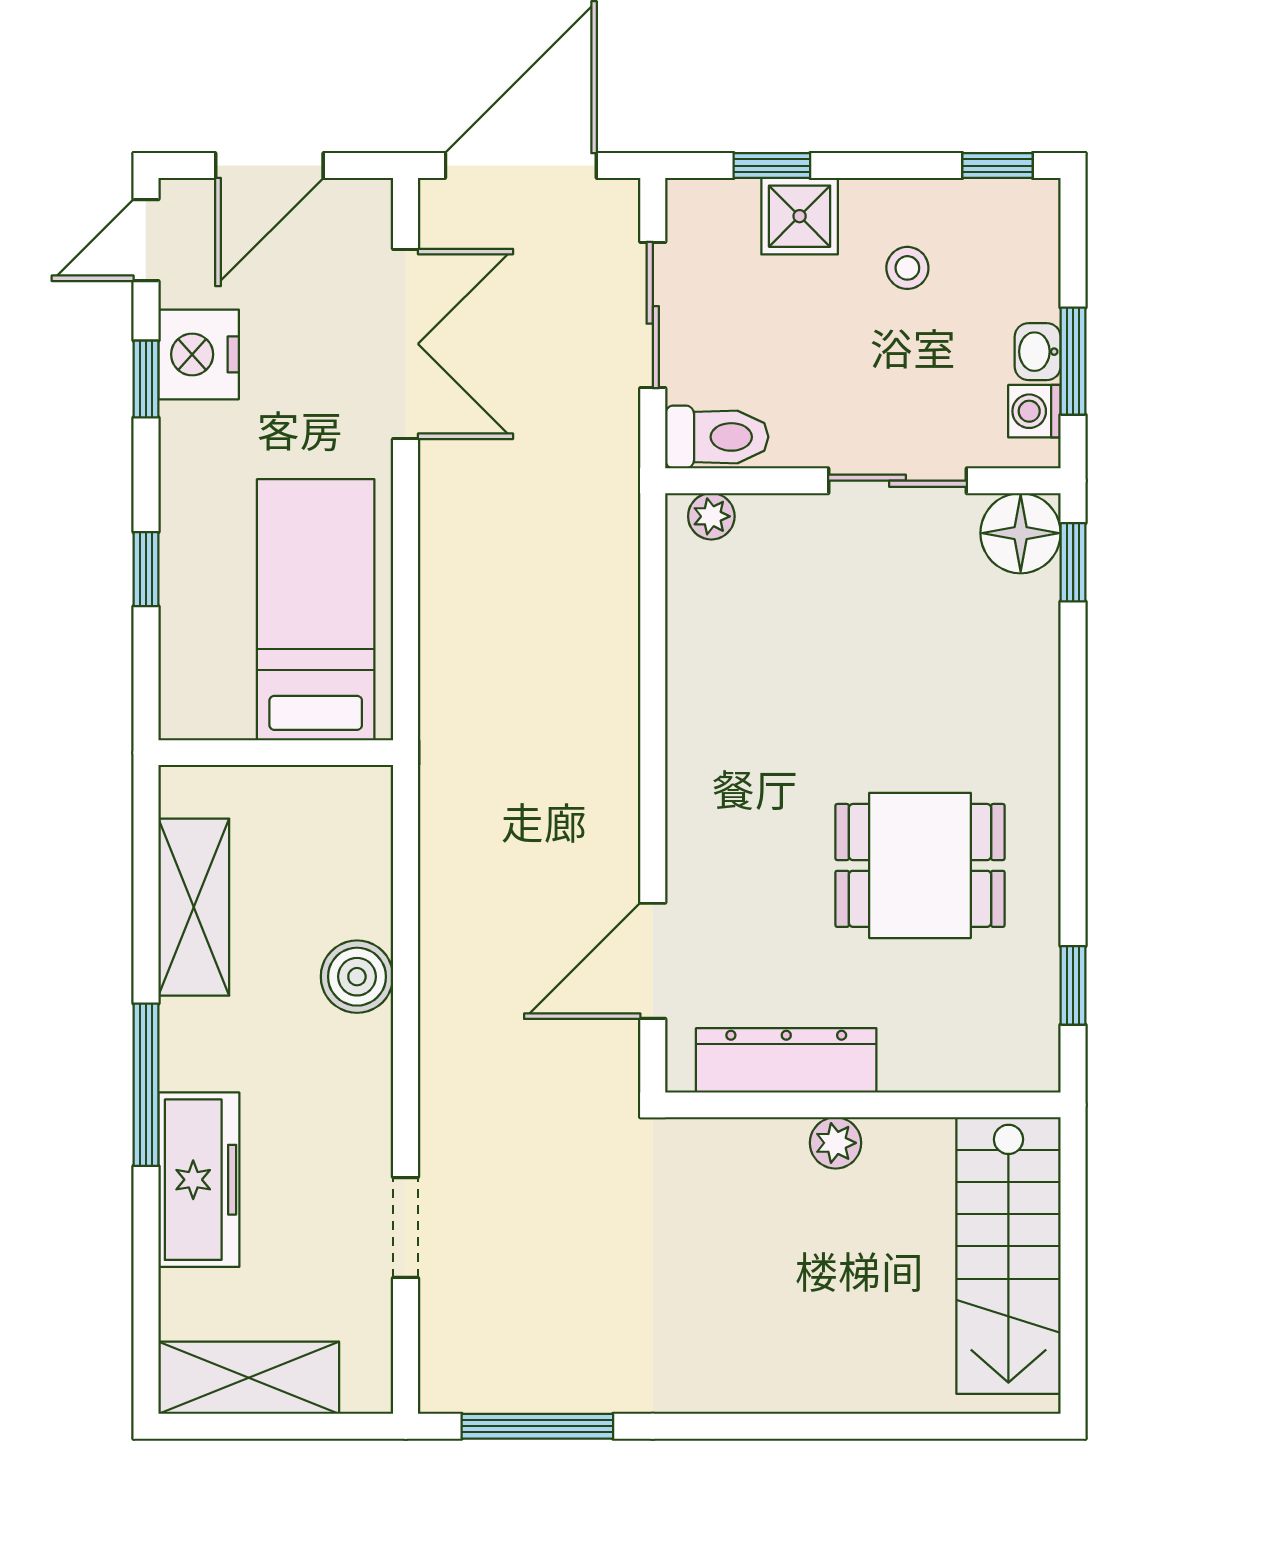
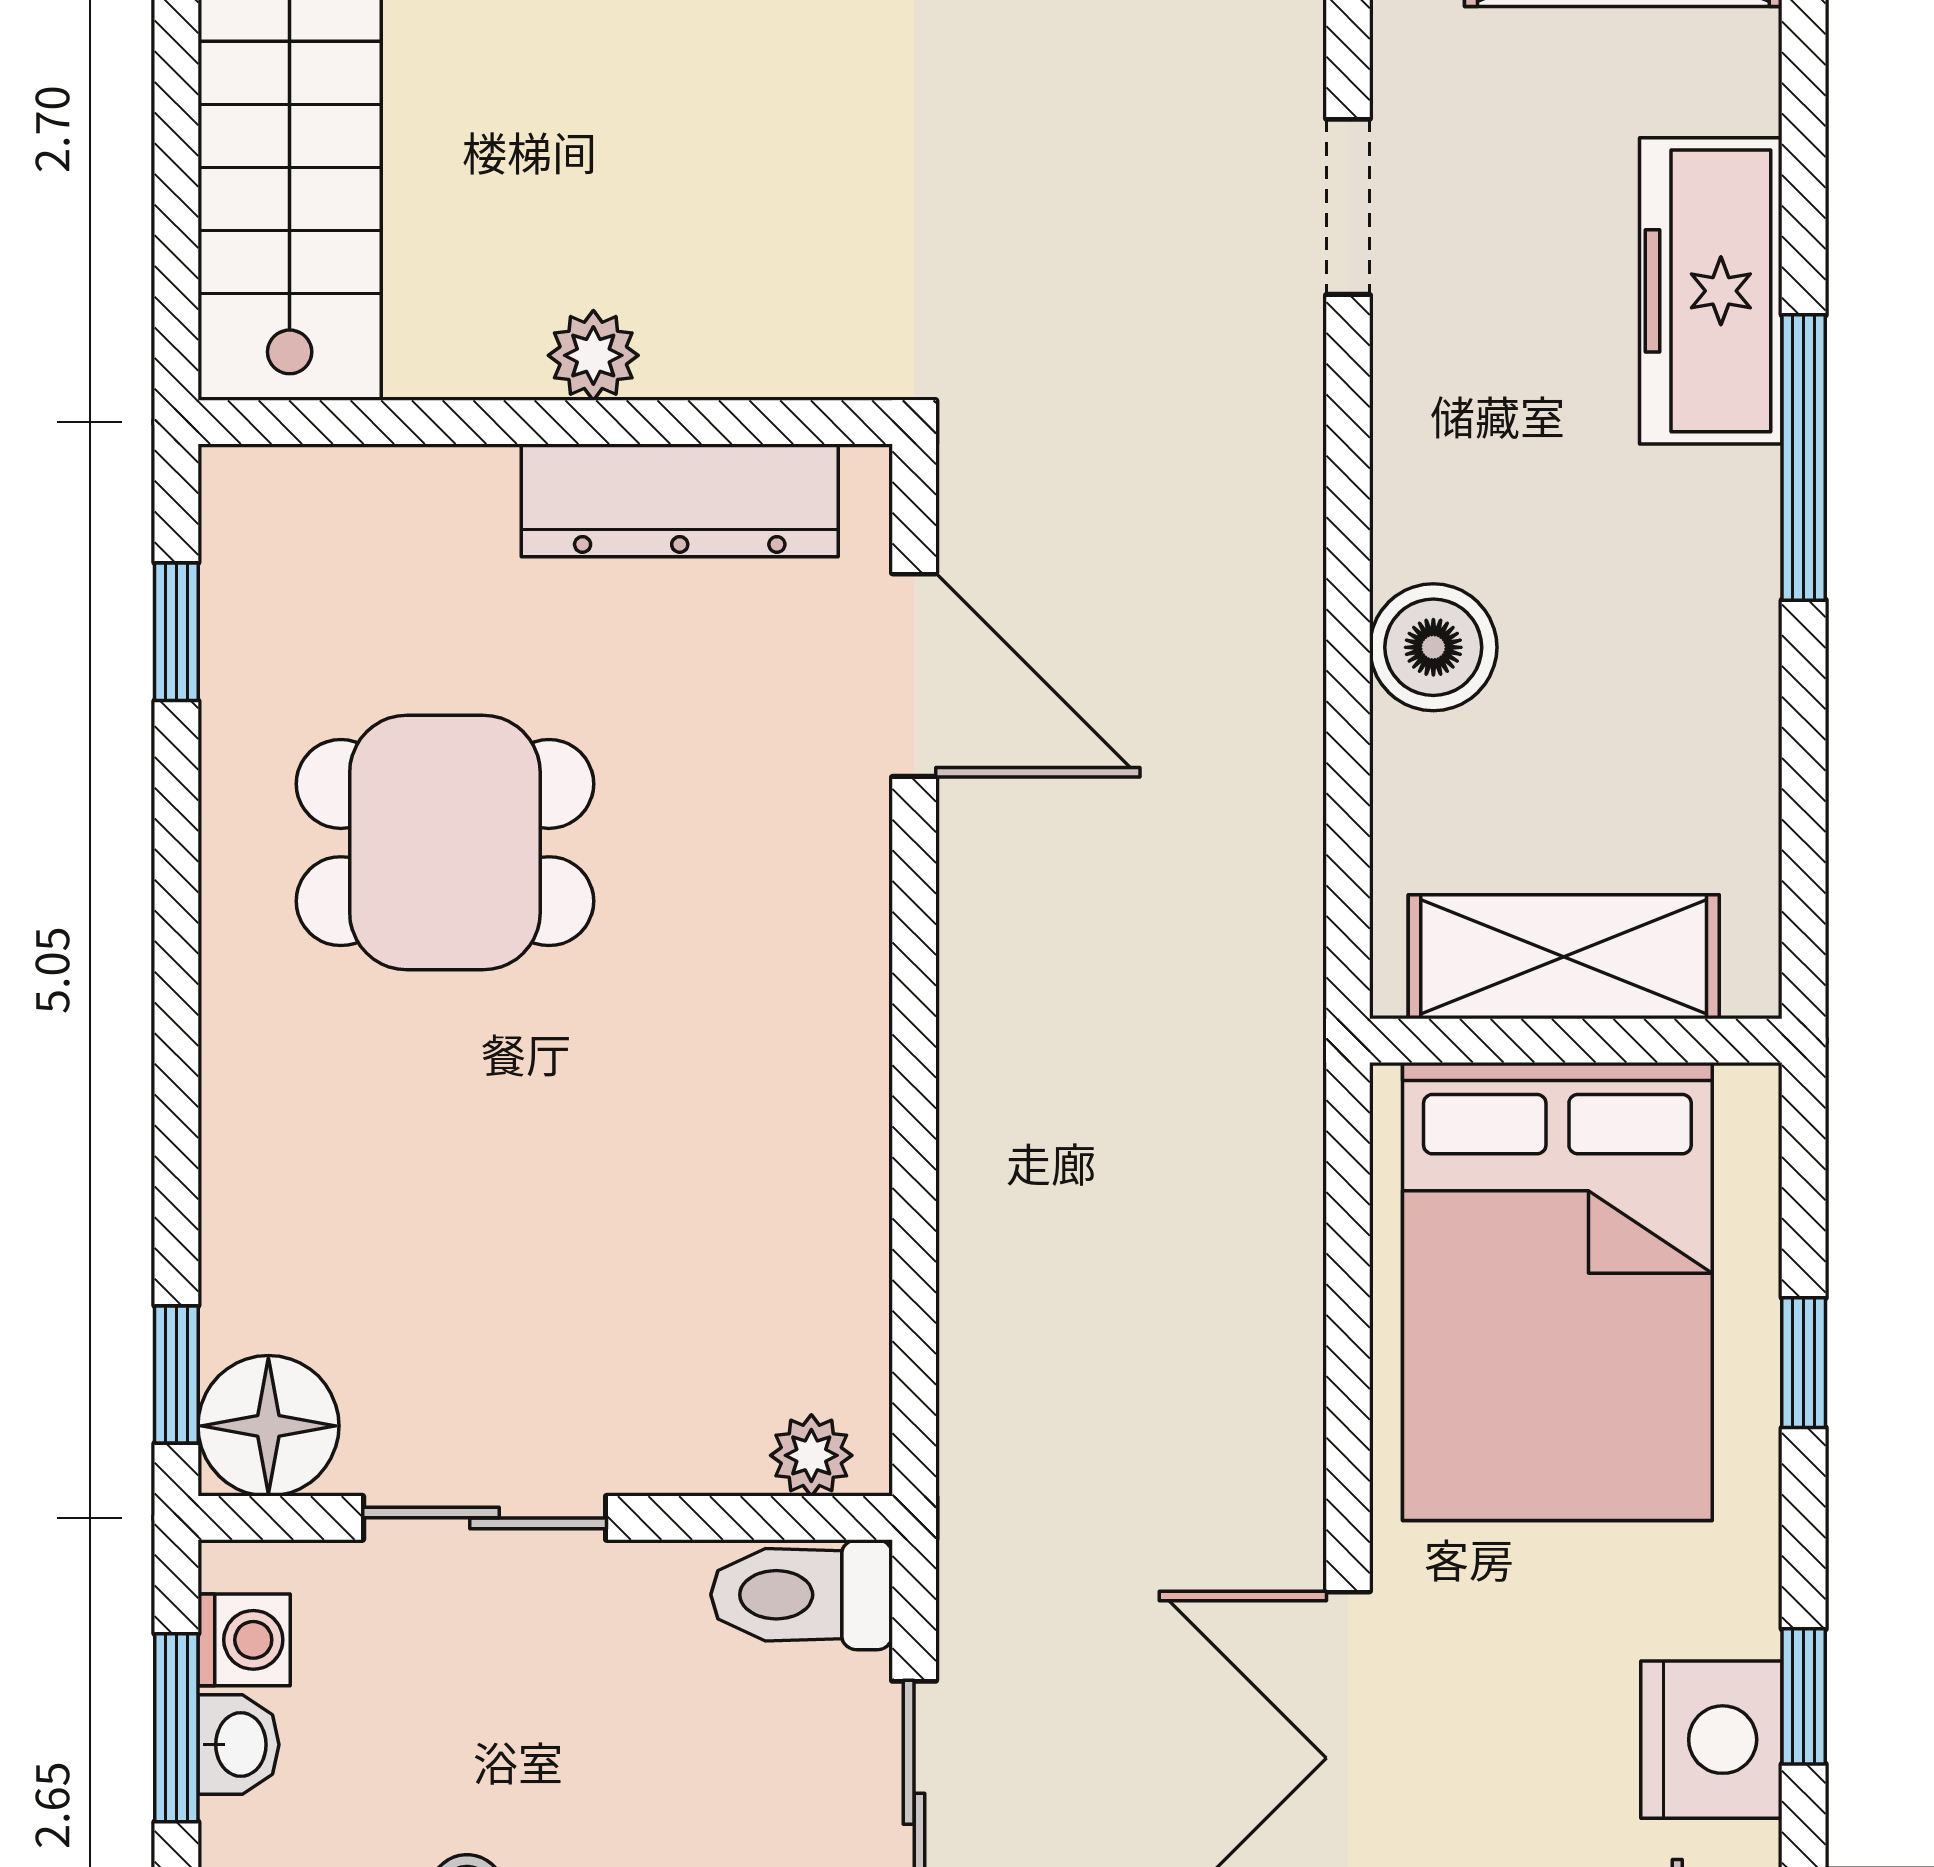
bed: (316, 610) -> (1557, 1291), width x1.50
shelving: (194, 907) -> (1564, 957), moved, turned 90
door: (653, 961) -> (914, 675), hinge flipped

